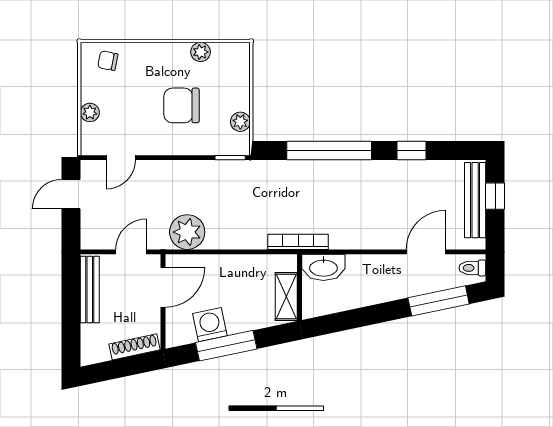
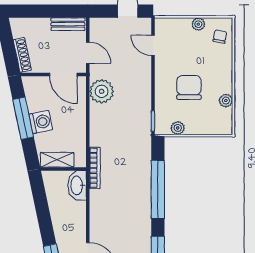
plant: (90, 112) -> (198, 24), moved
bench: (90, 290) -> (68, 24), width x0.73
washing machine: (210, 325) -> (41, 122), moved

